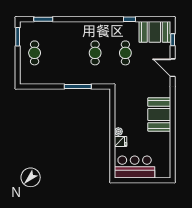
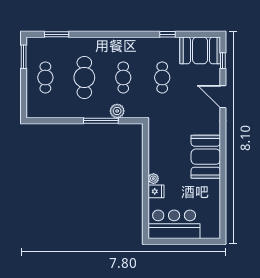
cafe table: (65, 53) -> (84, 77), added
plant: (90, 79) -> (117, 111), added

